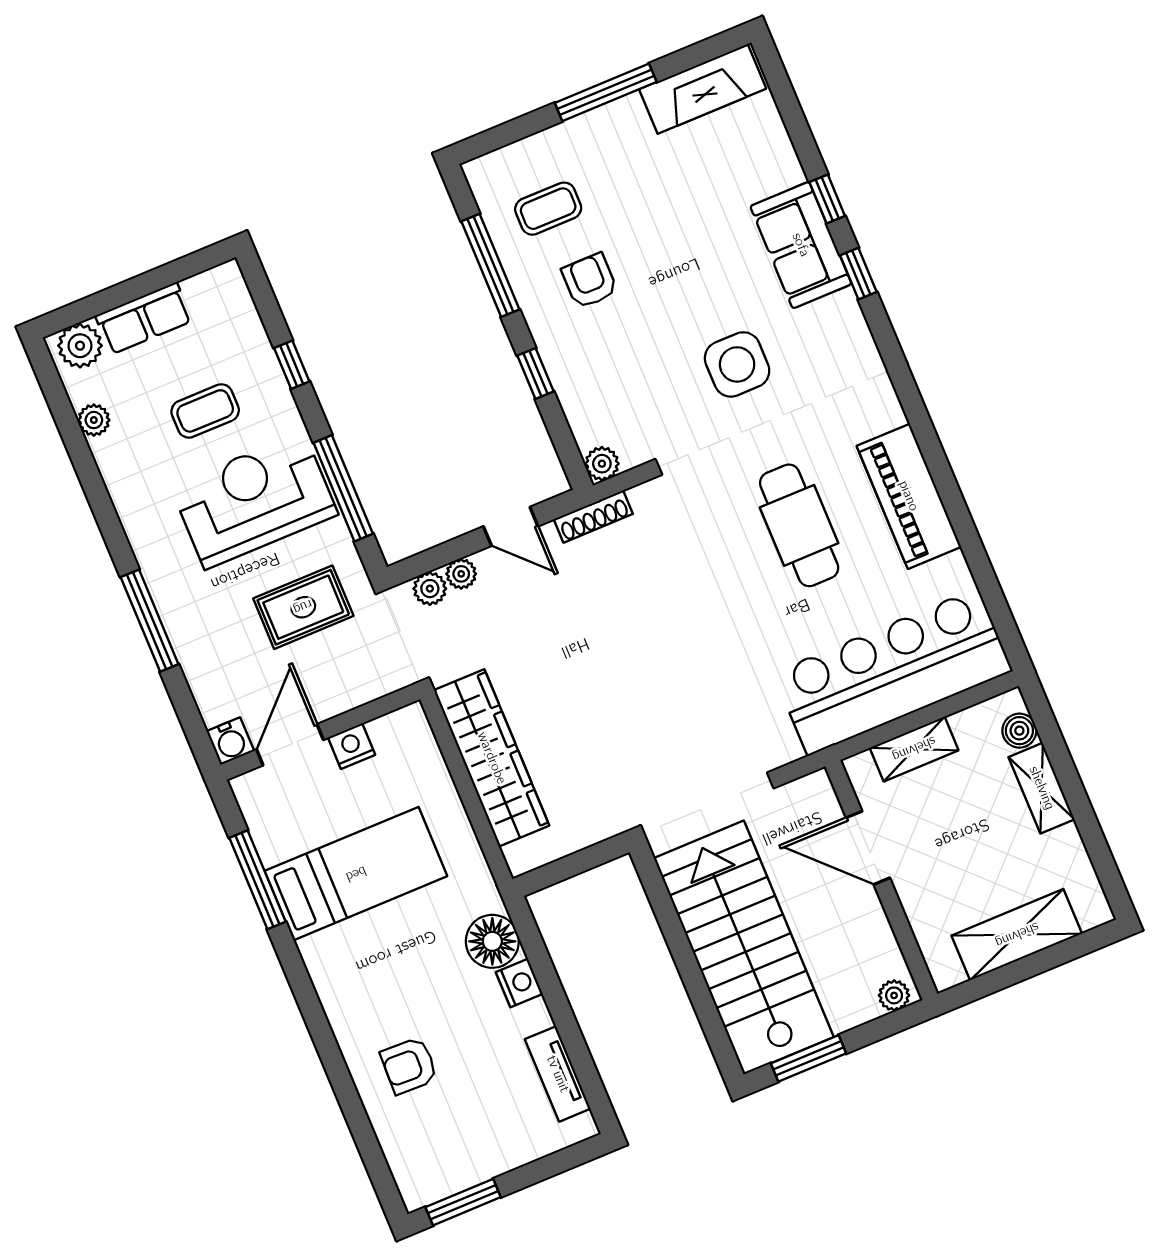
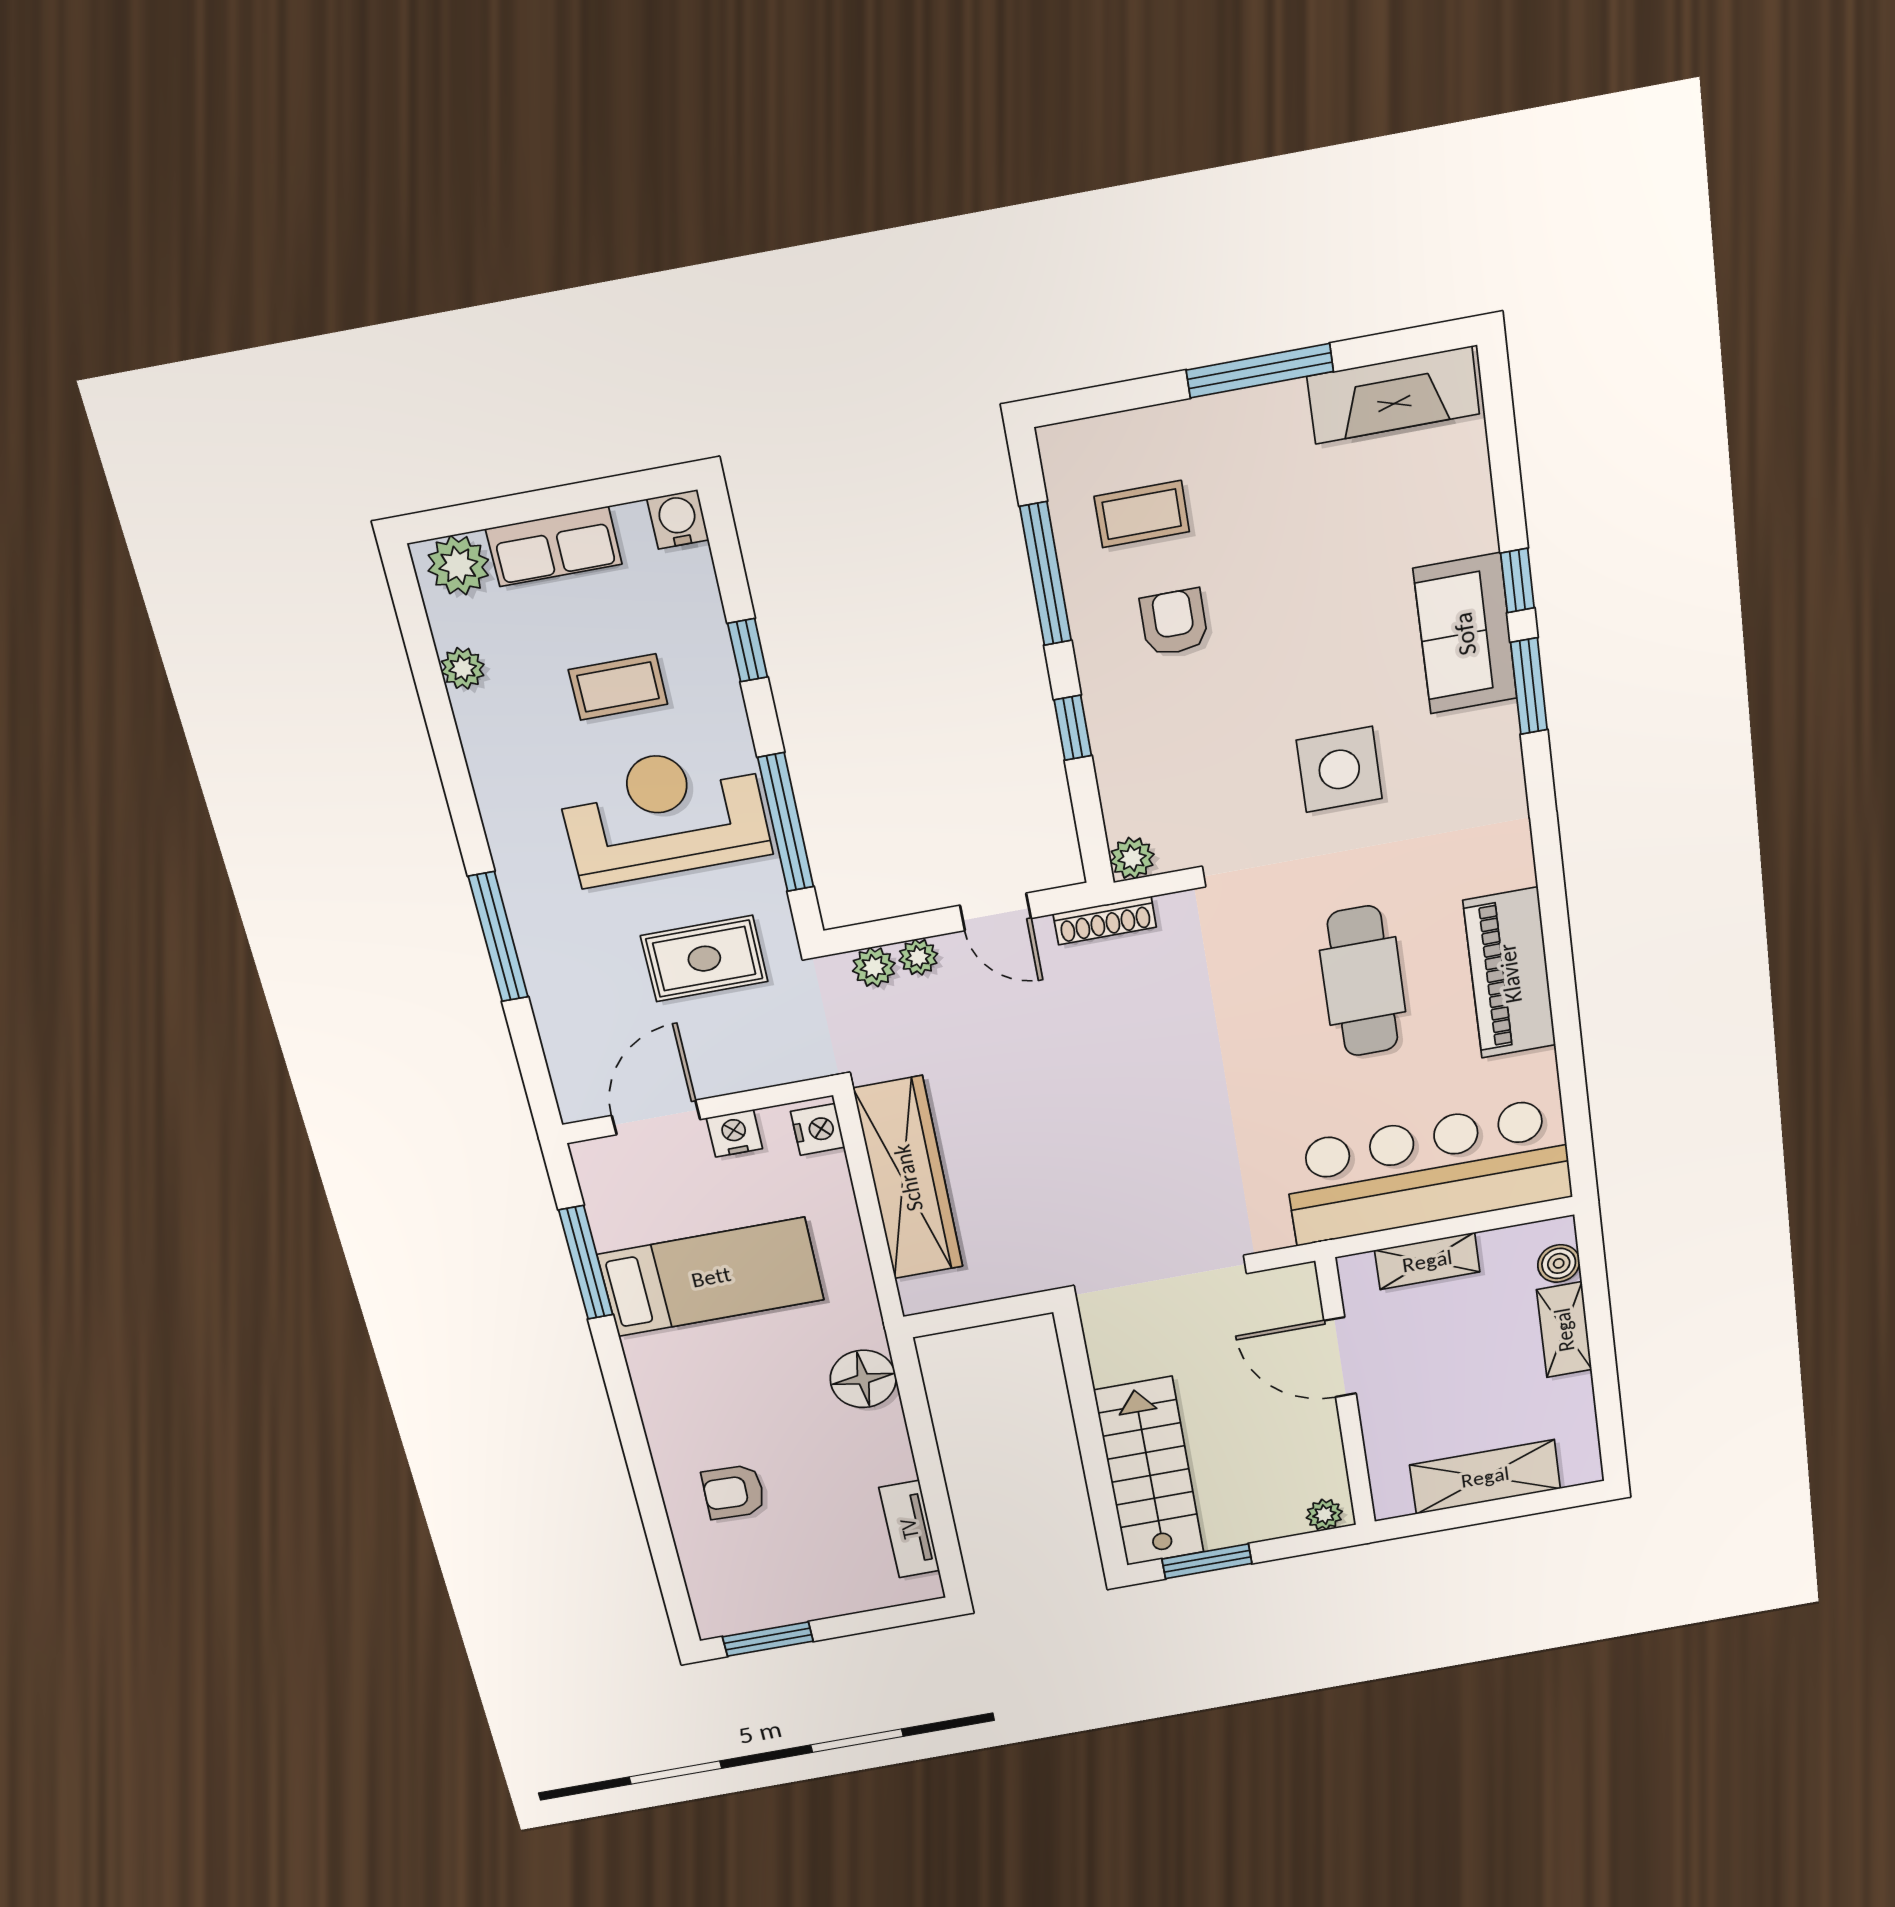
window: (858, 274) -> (1529, 686), width x1.50
water cooler: (230, 741) -> (678, 519), moved, turned 180
stairs: (744, 948) -> (1149, 1472), width x0.73, depth x0.66
nightstand: (519, 983) -> (818, 1129), moved

